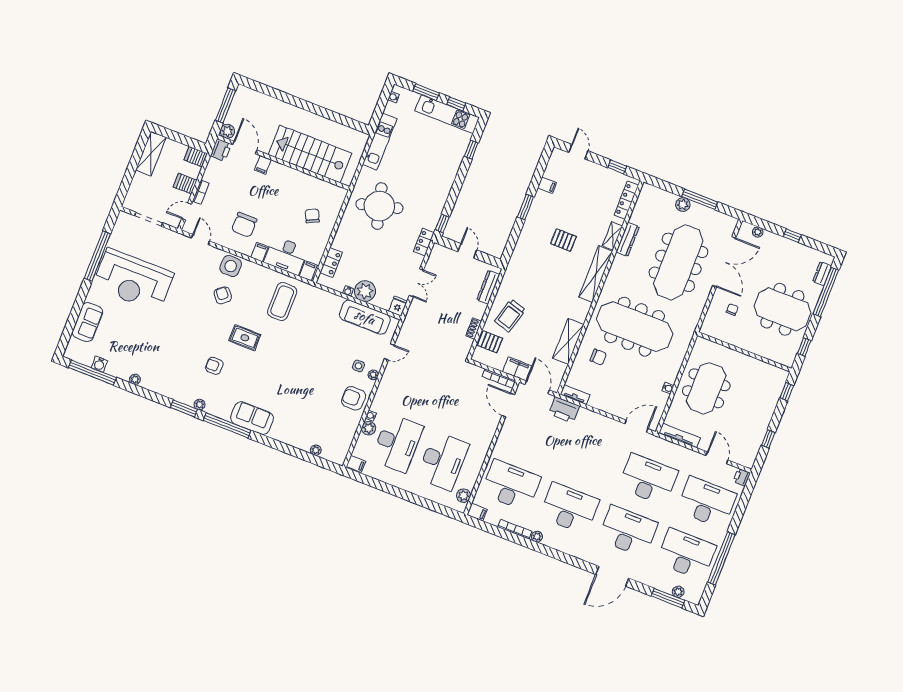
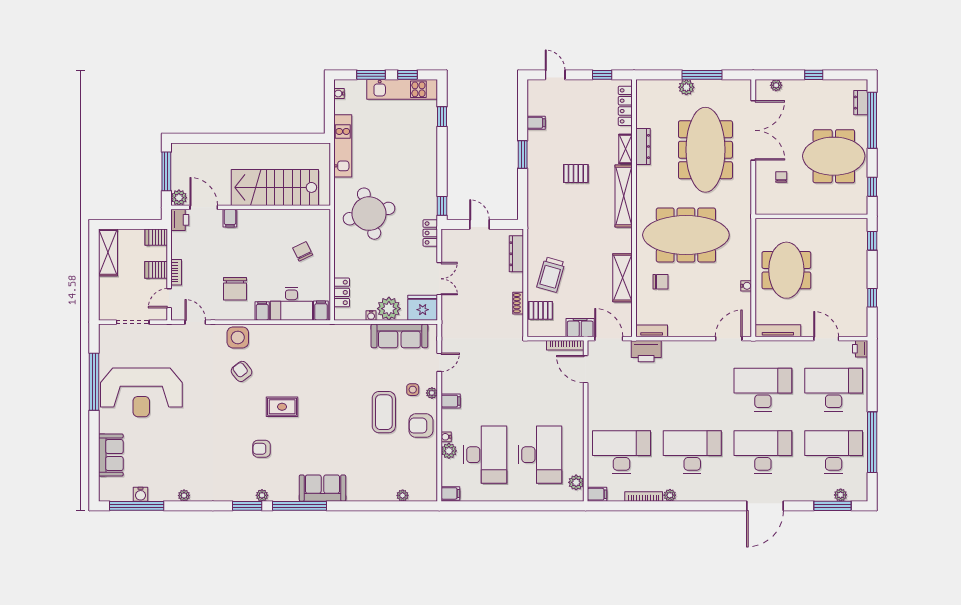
coffee table: (282, 302) -> (384, 412), moved
fridge: (398, 306) -> (423, 308), width x1.88, depth x1.34
filing cabinet: (386, 388) -> (451, 401), added

